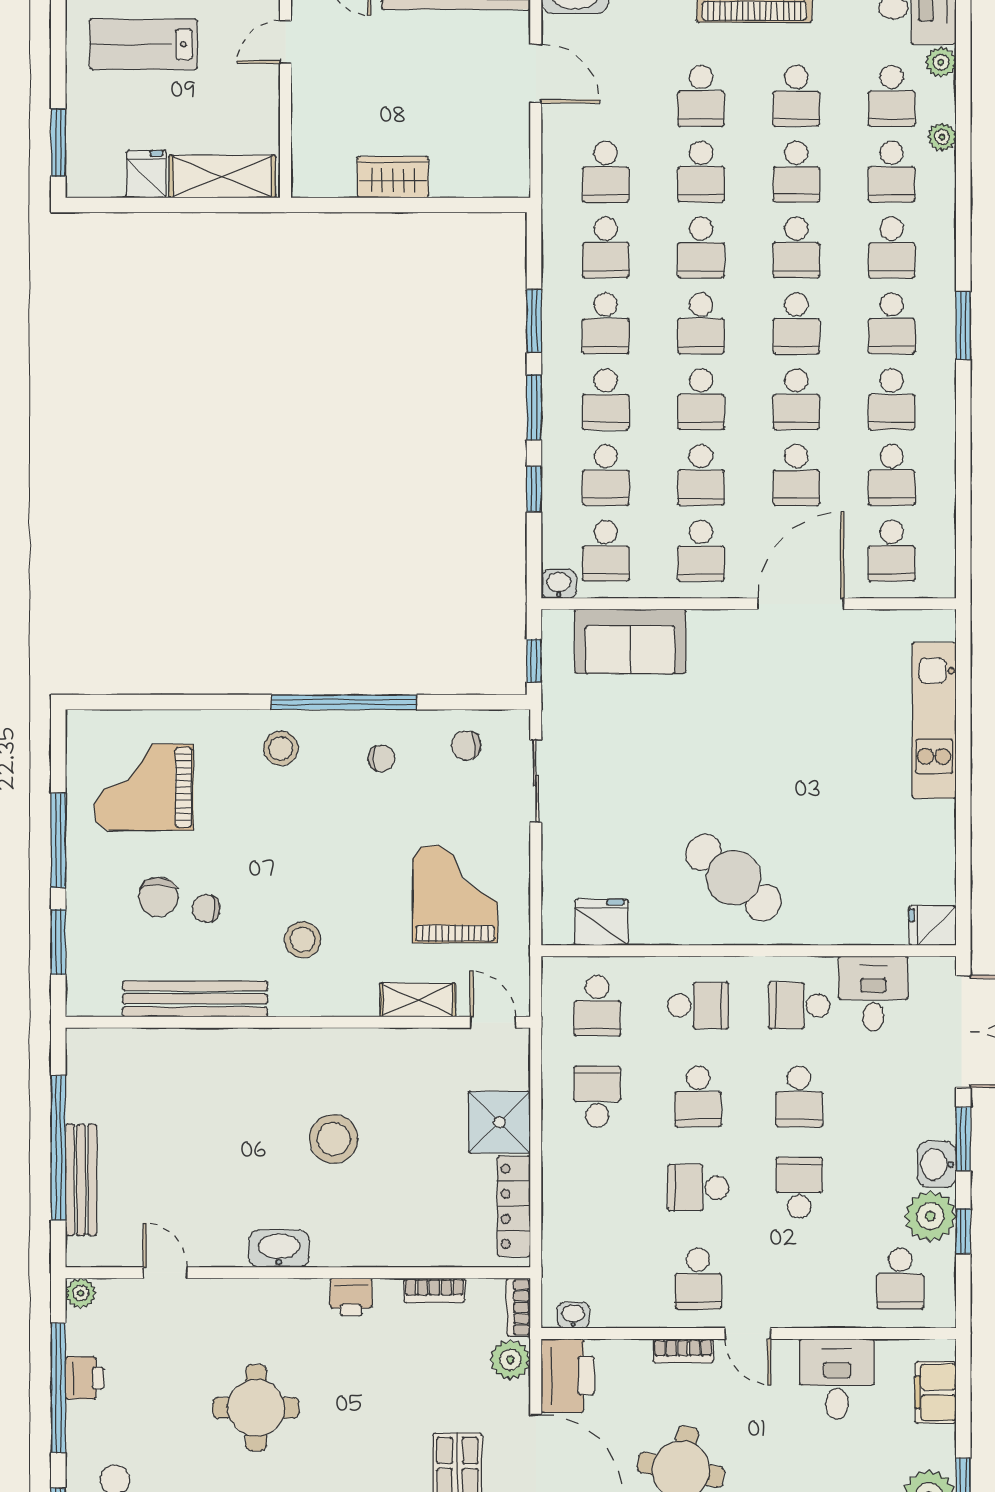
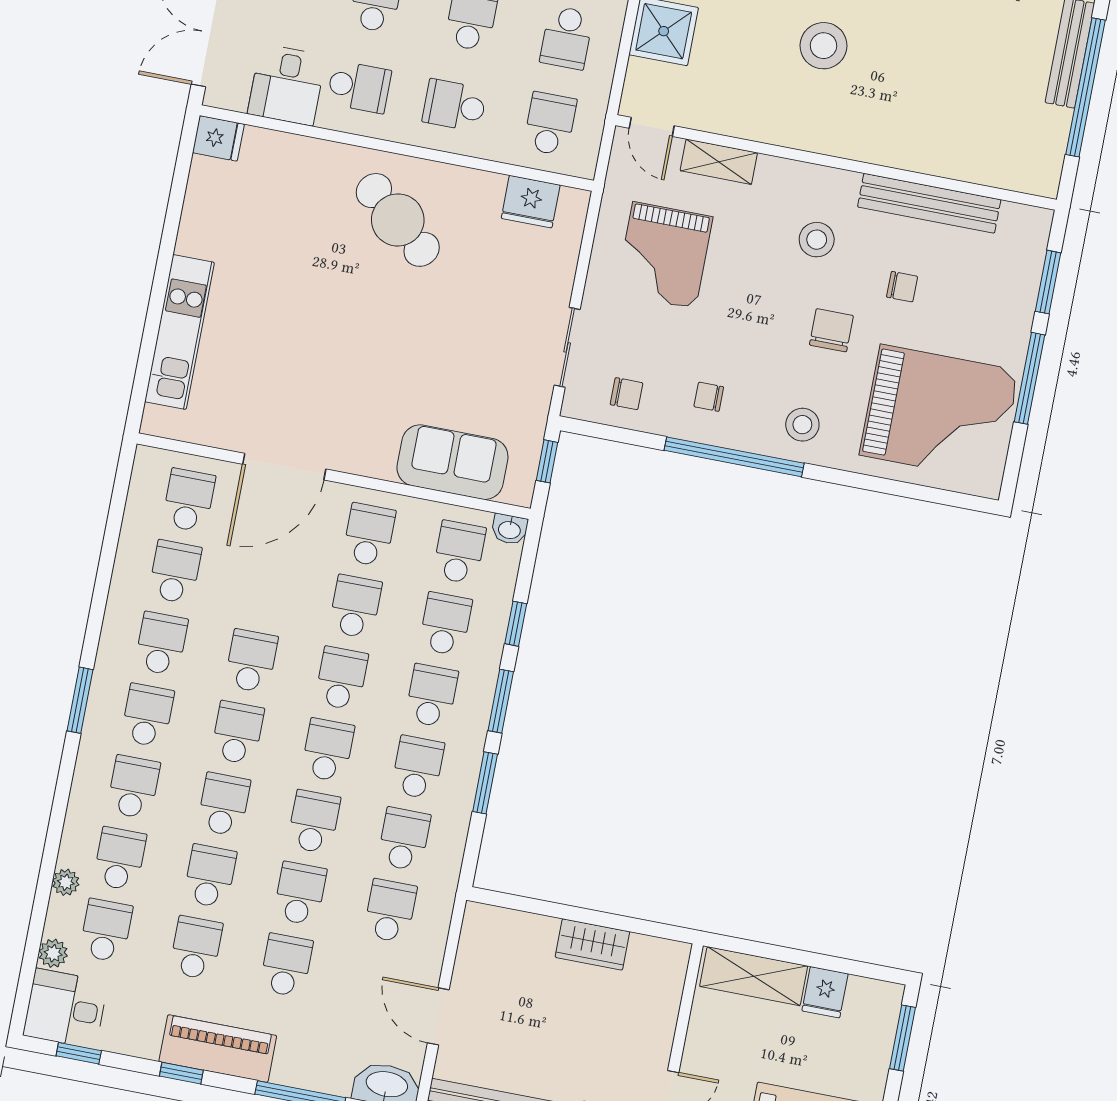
school desk: (796, 475) -> (265, 589), removed
grand piano: (144, 787) -> (939, 413), width x1.37, depth x1.48
chair: (158, 897) -> (831, 330), moved

